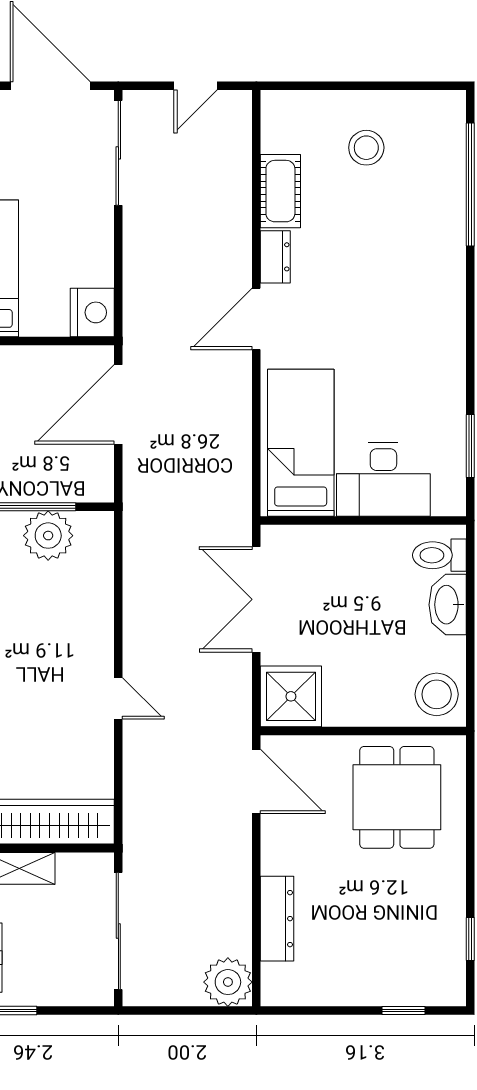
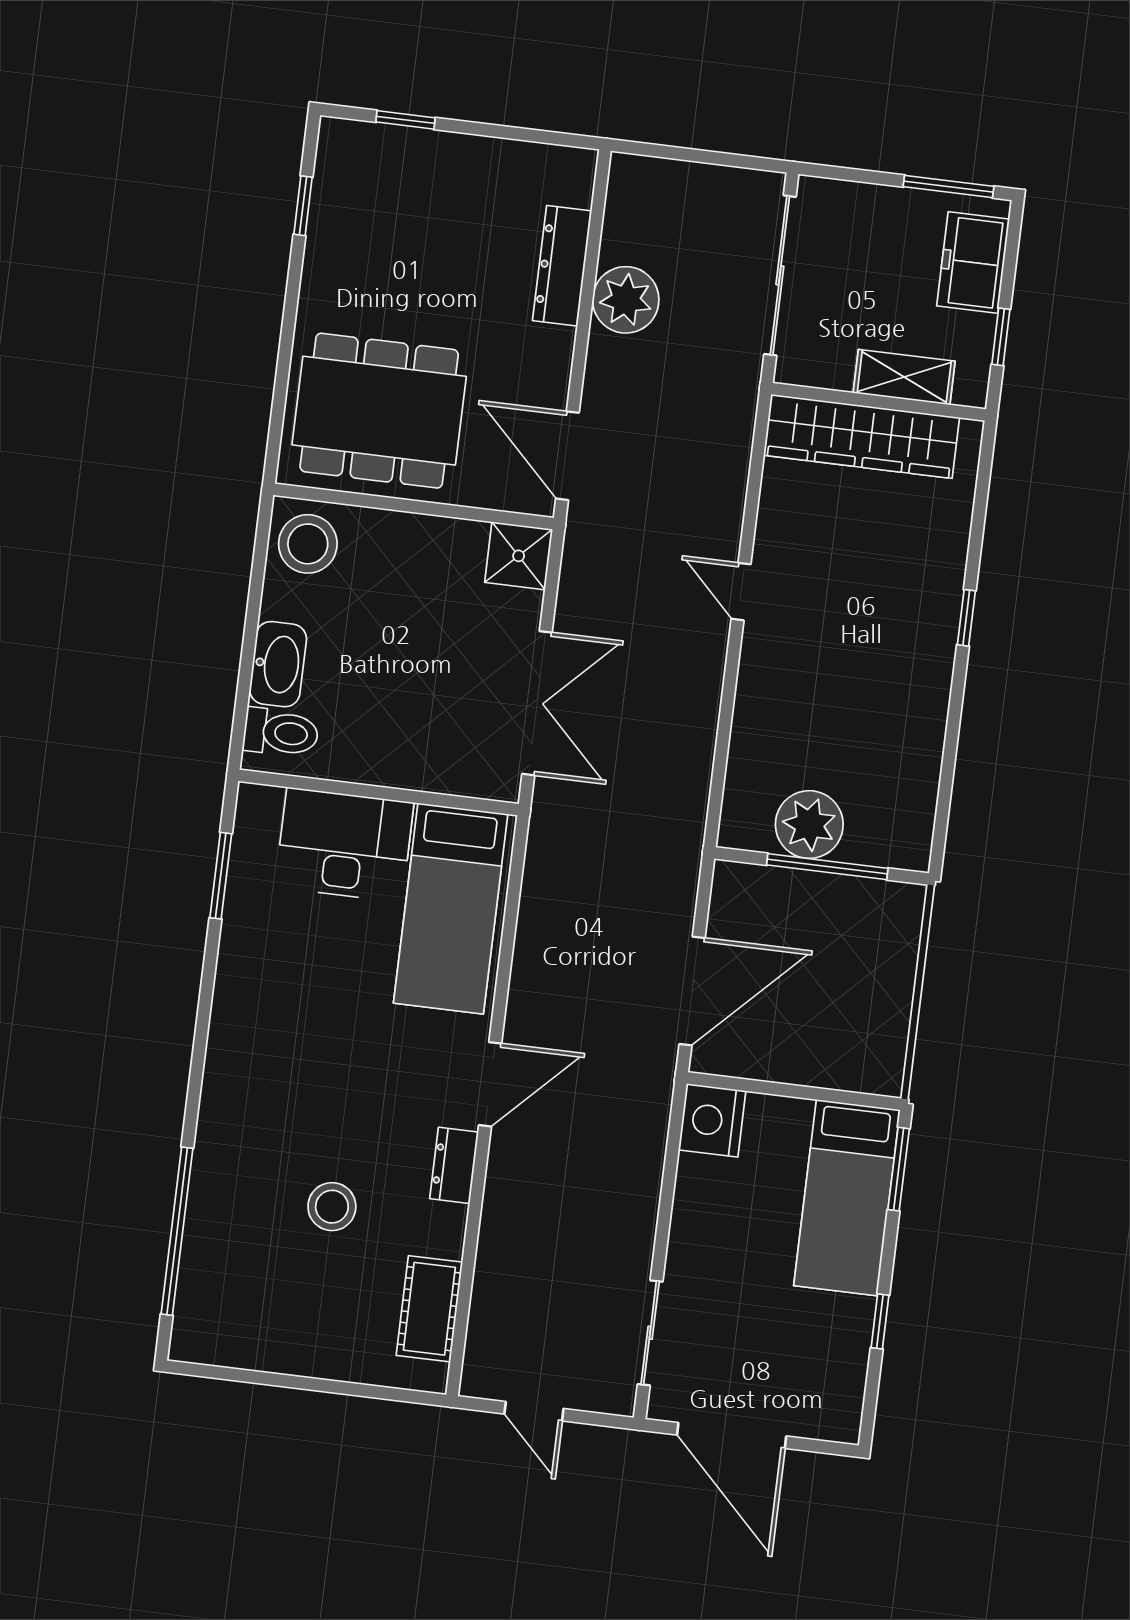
door: (196, 86) -> (534, 1411), swing flipped
stool: (366, 148) -> (332, 1207), moved
sliding door: (118, 153) -> (650, 1333), width x0.73
cot: (280, 191) -> (429, 1309), moved
shower: (291, 696) -> (519, 556), width x0.73, depth x0.73
dining table: (397, 797) -> (379, 411), width x1.38
plant: (228, 982) -> (626, 300), moved

